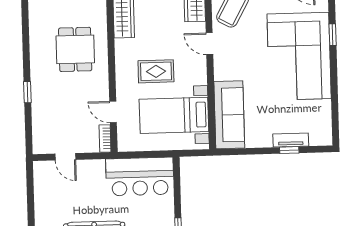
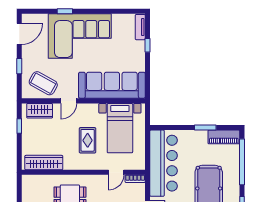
sofa: (229, 115) -> (112, 85), width x1.36, depth x1.27
tv unit: (291, 140) -> (140, 27), moved
bar counter: (140, 177) -> (164, 163), width x1.36

